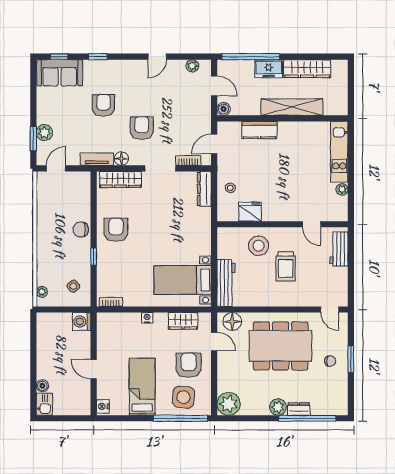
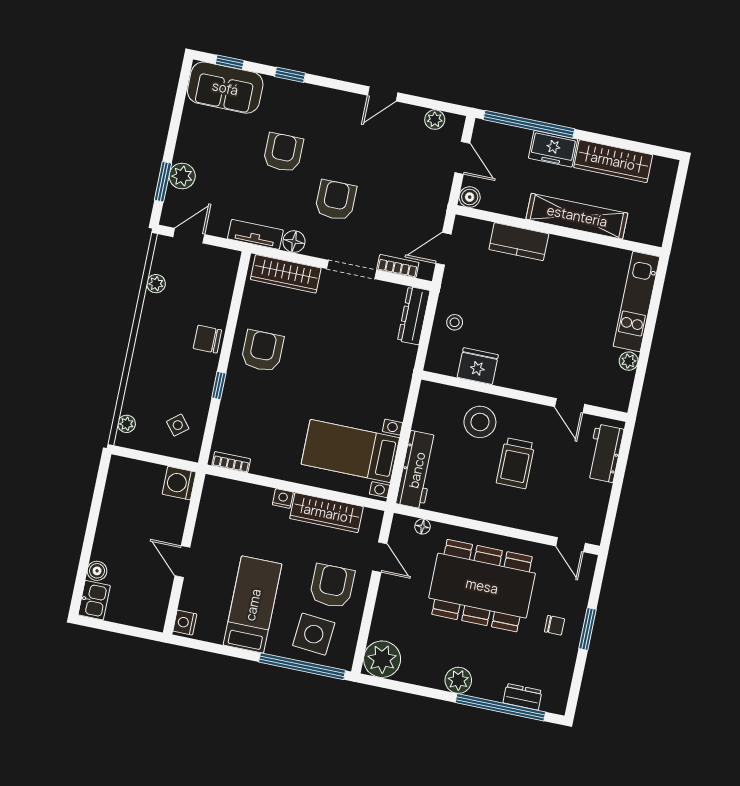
plant: (42, 202) -> (156, 284), added
wardrobe: (183, 321) -> (326, 513), width x1.50
floor lamp: (232, 321) -> (422, 527), width x0.53, depth x0.53
dresser: (299, 409) -> (522, 697), moved

